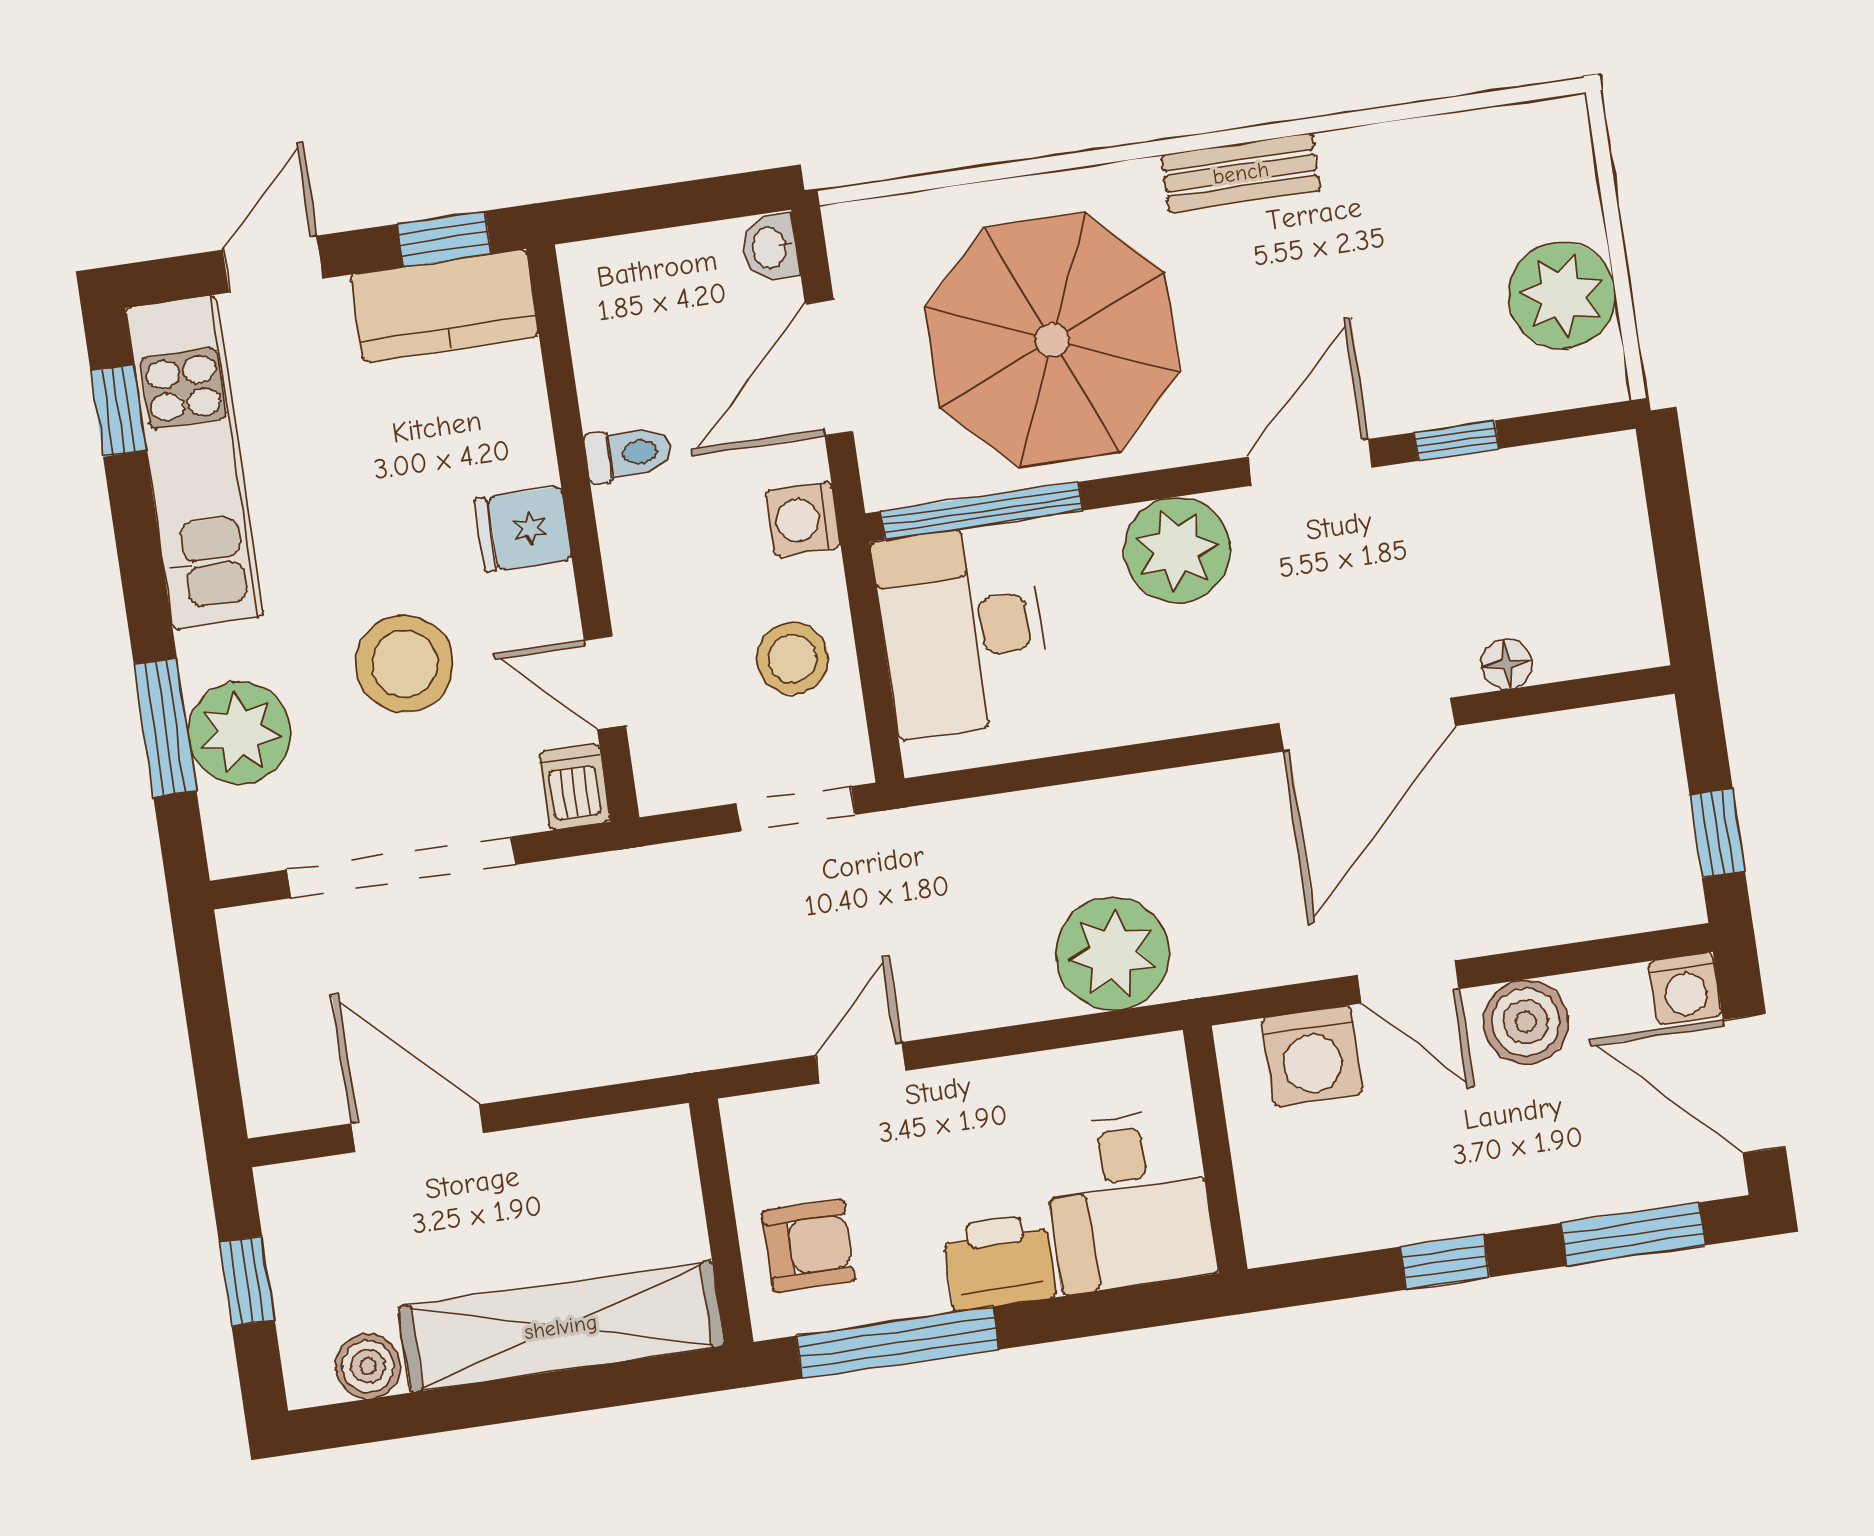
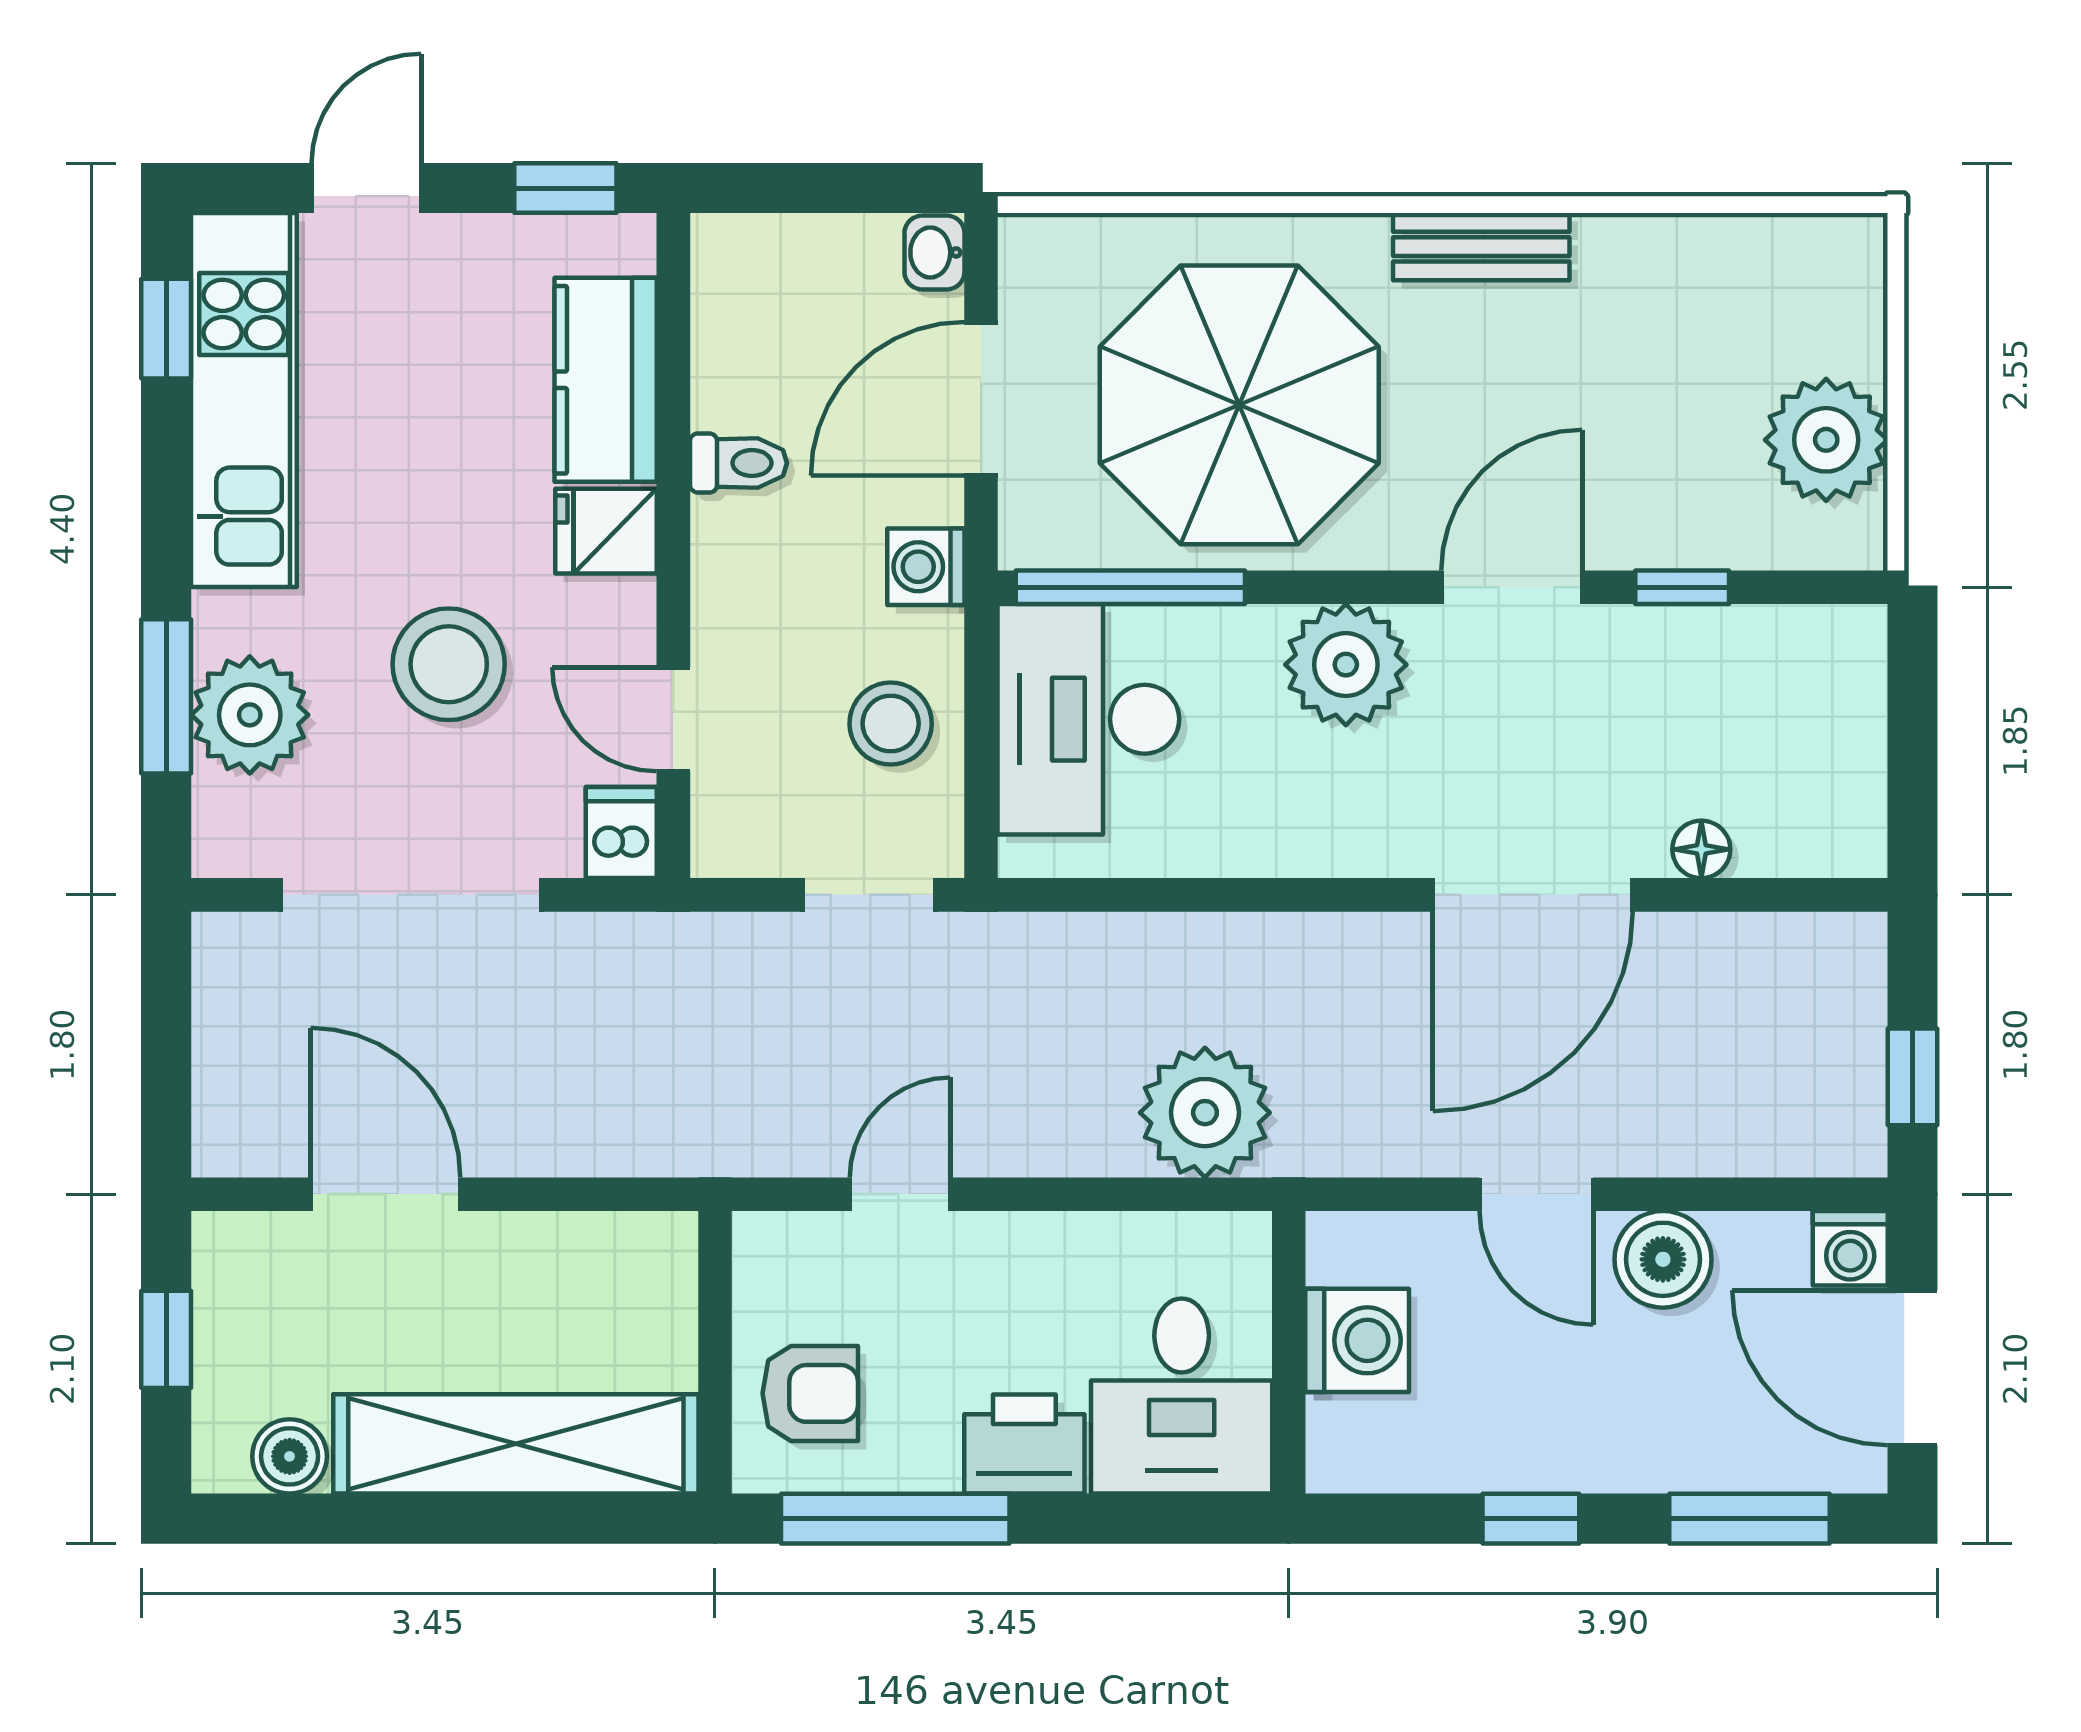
kitchen counter: (445, 306) -> (606, 380), moved, turned 90
washing machine: (1312, 1056) -> (1357, 1340), moved, turned -90

